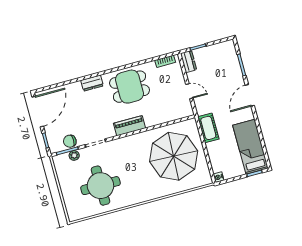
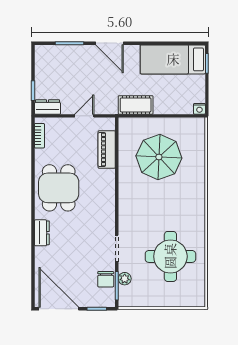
piano: (129, 126) -> (107, 150), moved
parasol: (174, 156) -> (159, 157), width x0.73, depth x0.73

